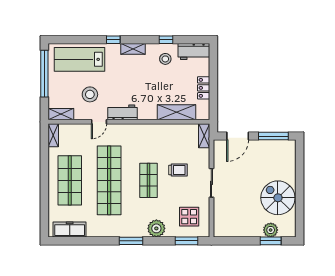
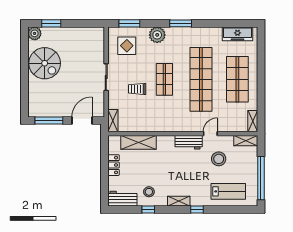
lab bench: (80, 59) -> (228, 191), width x0.73, depth x0.72
plant: (271, 230) -> (35, 33), moved

